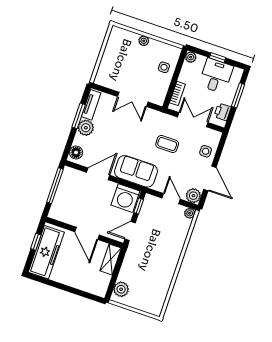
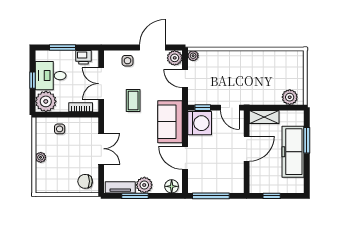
plant: (191, 57) -> (46, 101), width x1.87, depth x1.87
chair: (108, 74) -> (85, 181), added
door: (171, 199) -> (185, 79), hinge flipped
freezer: (46, 252) -> (293, 152), moved, turned -90
window: (76, 291) -> (307, 140), added

